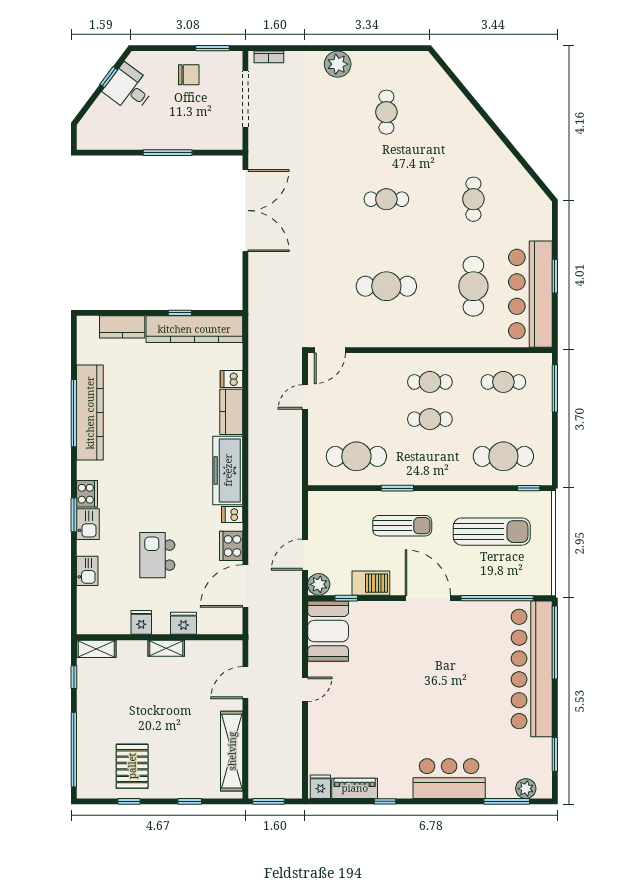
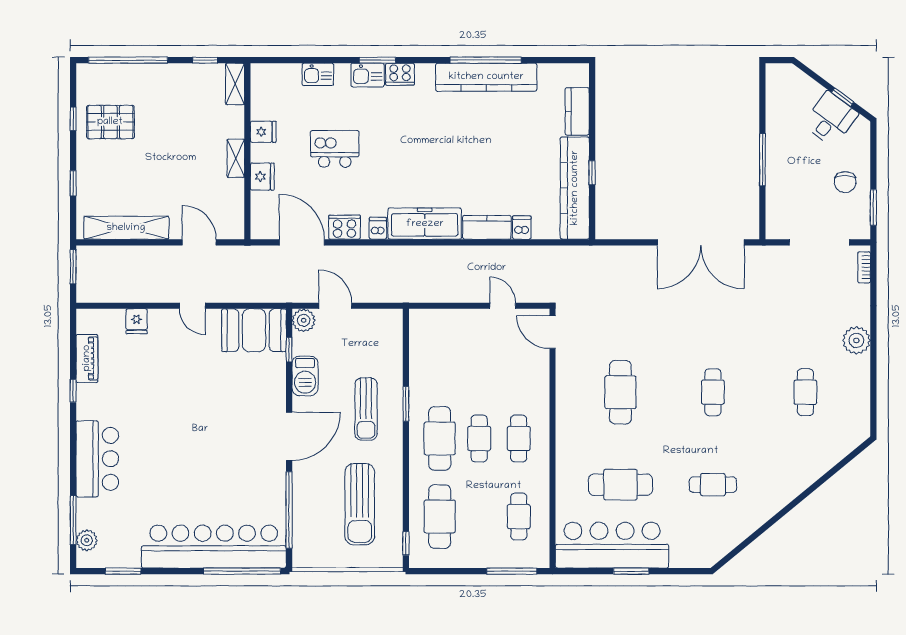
cafe table: (386, 112) -> (805, 392), turned 90
cafe table: (356, 456) -> (440, 438), moved
fridge: (320, 787) -> (137, 321), moved, turned 90

